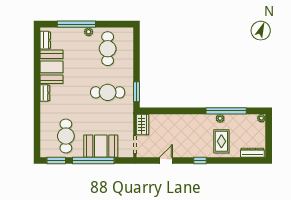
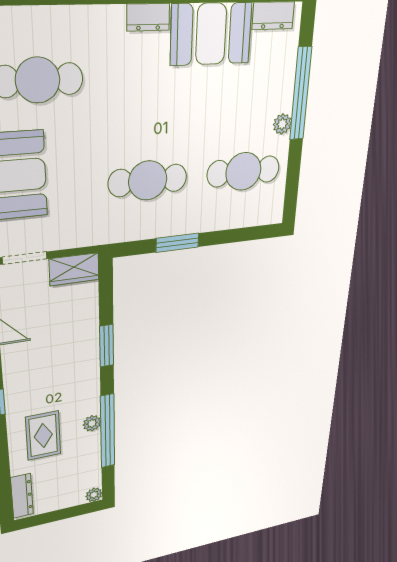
cafe table: (108, 92) -> (148, 180), turned 90
window: (136, 92) -> (177, 243), moved
window: (181, 111) -> (107, 346), added
rug: (221, 141) -> (43, 436), turned 90

